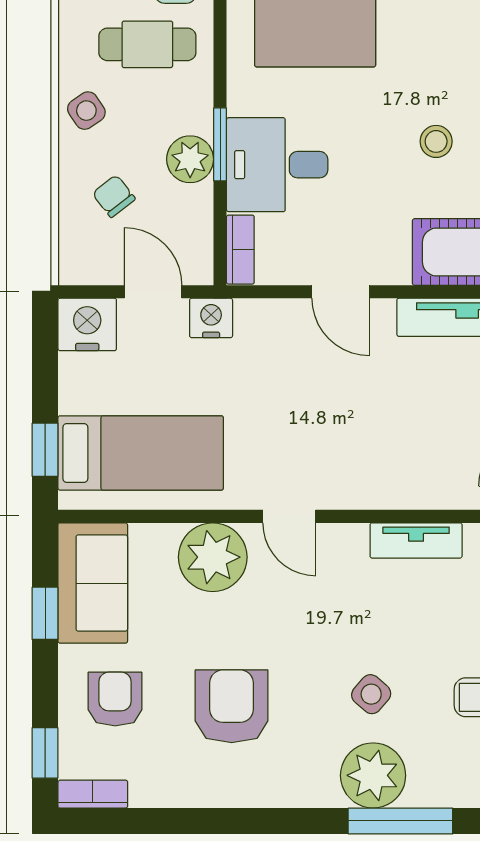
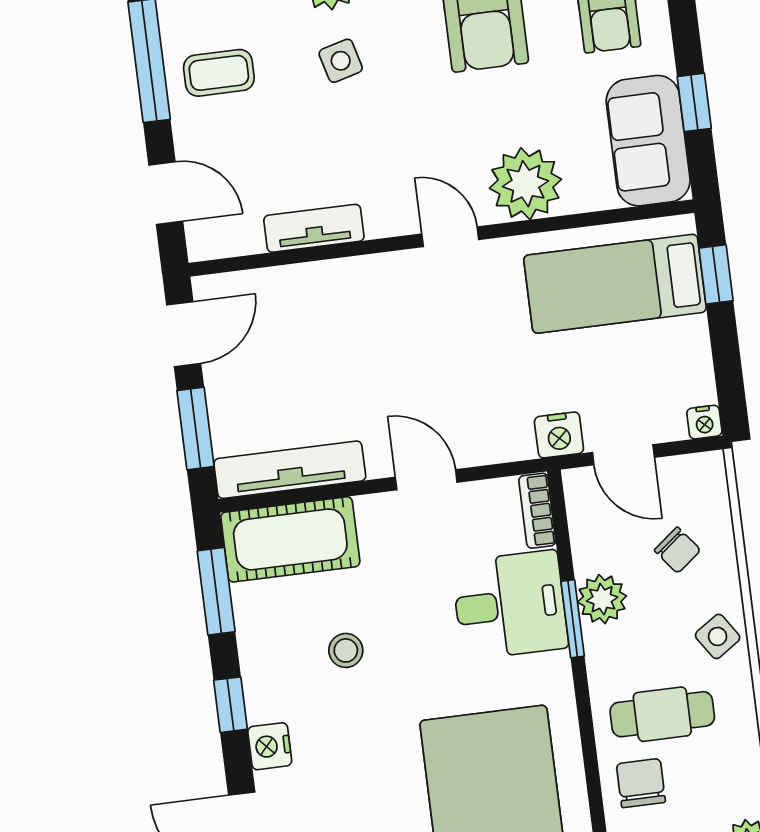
nightstand: (87, 324) -> (704, 422), width x0.53, depth x0.56
side table: (371, 694) -> (341, 61), turned 34

